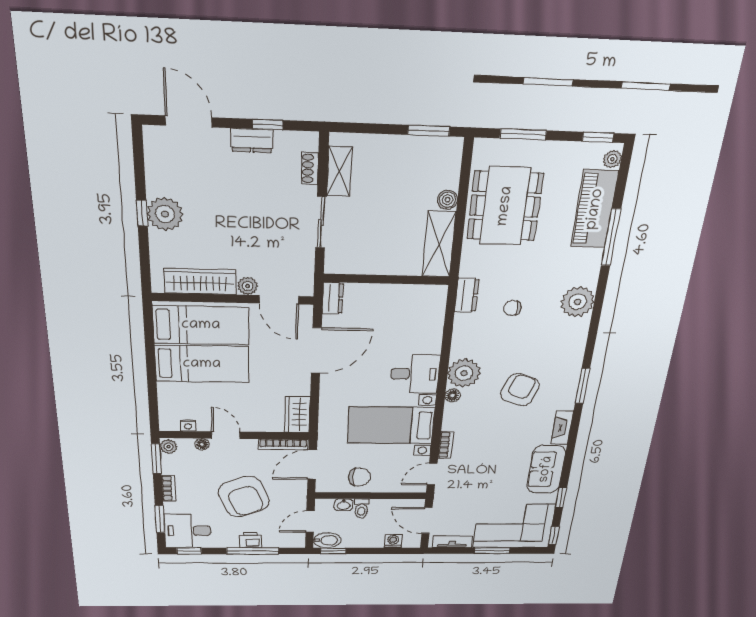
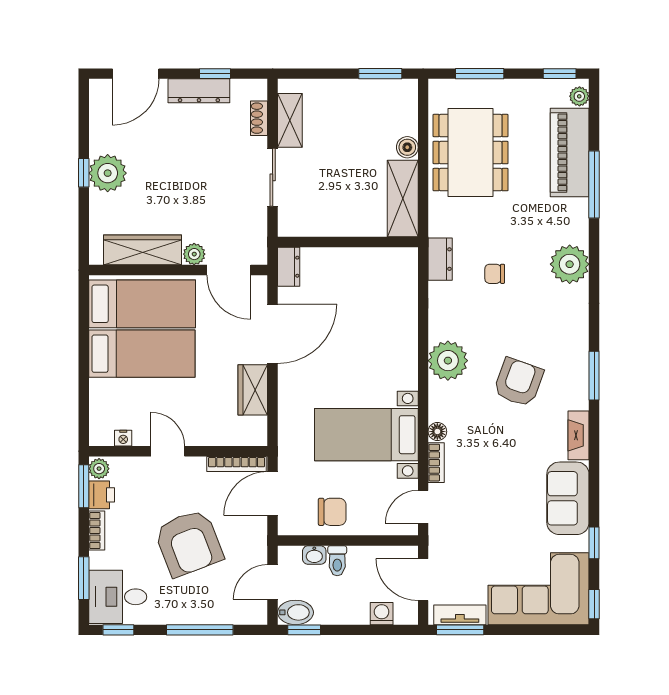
door: (189, 121) -> (136, 74), swing flipped
dresser: (252, 141) -> (199, 91), width x1.44
desk: (415, 374) -> (390, 363), removed
floor lamp: (453, 395) -> (437, 432), moved
wardrobe: (297, 414) -> (253, 390), moved
floor lamp: (202, 444) -> (139, 465), removed
printer: (251, 540) -> (102, 495), moved, turned 90
window: (492, 551) -> (460, 630), moved

